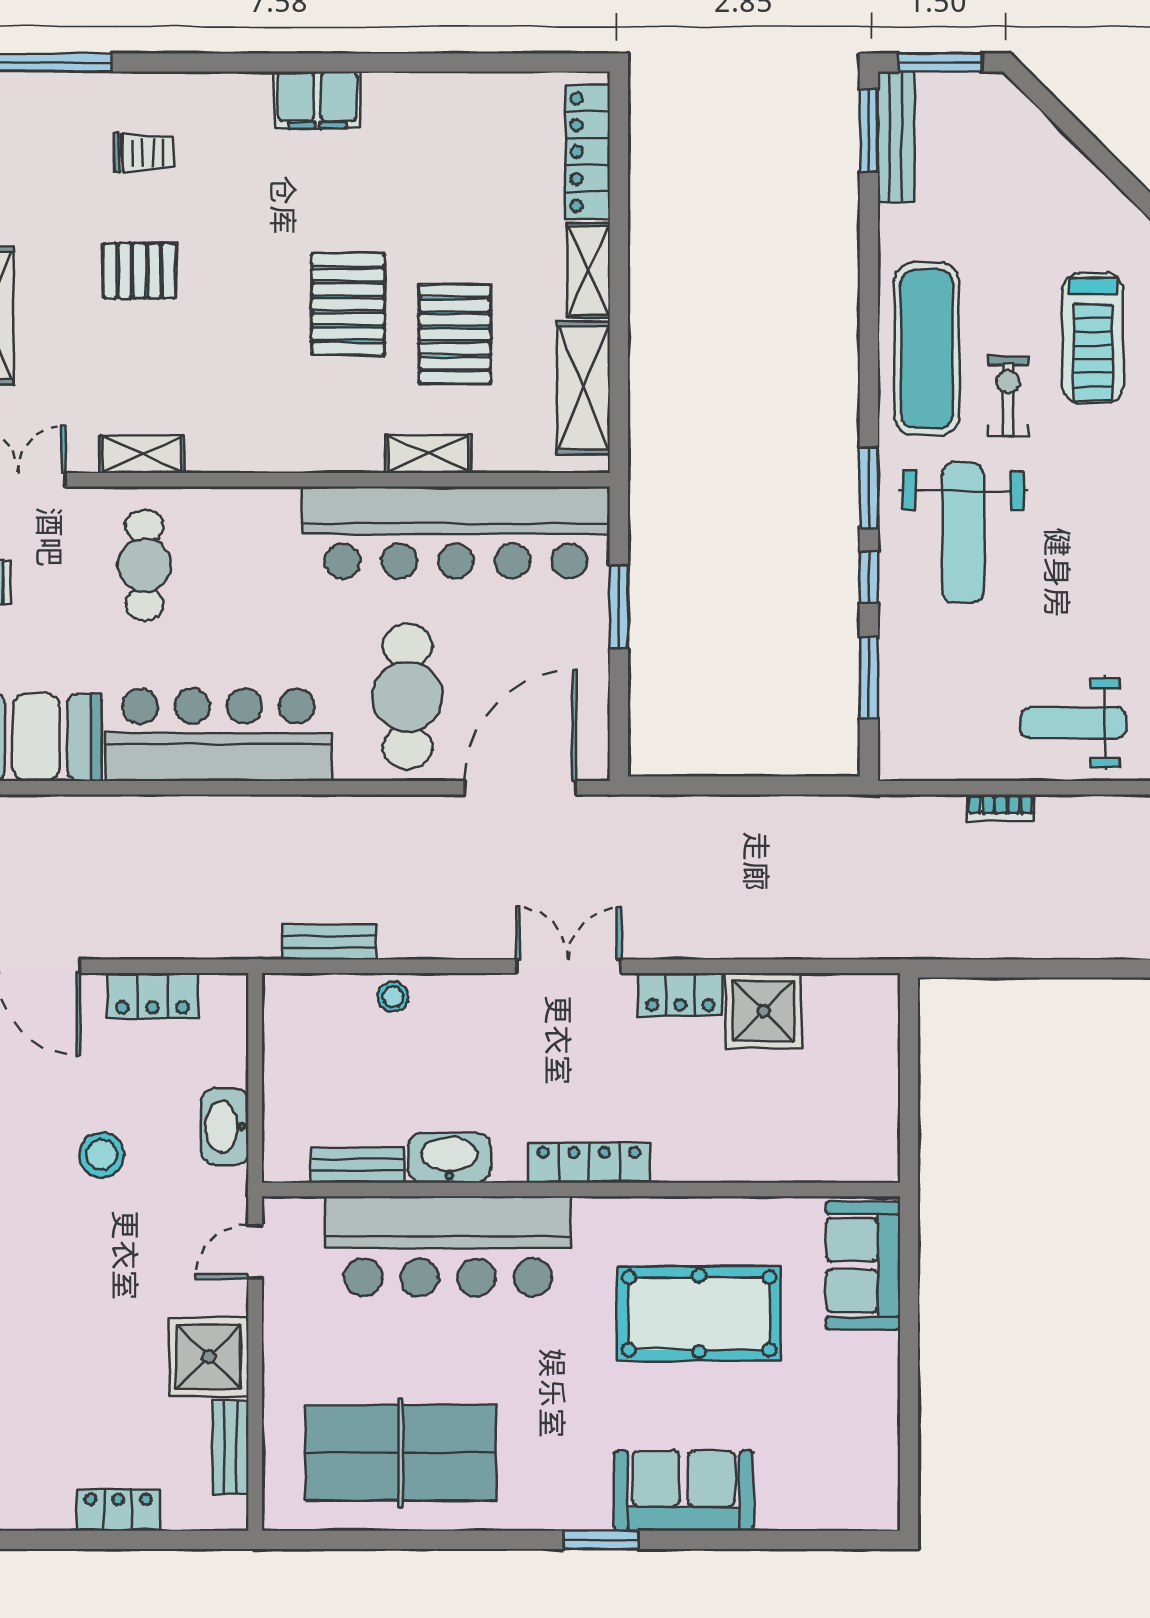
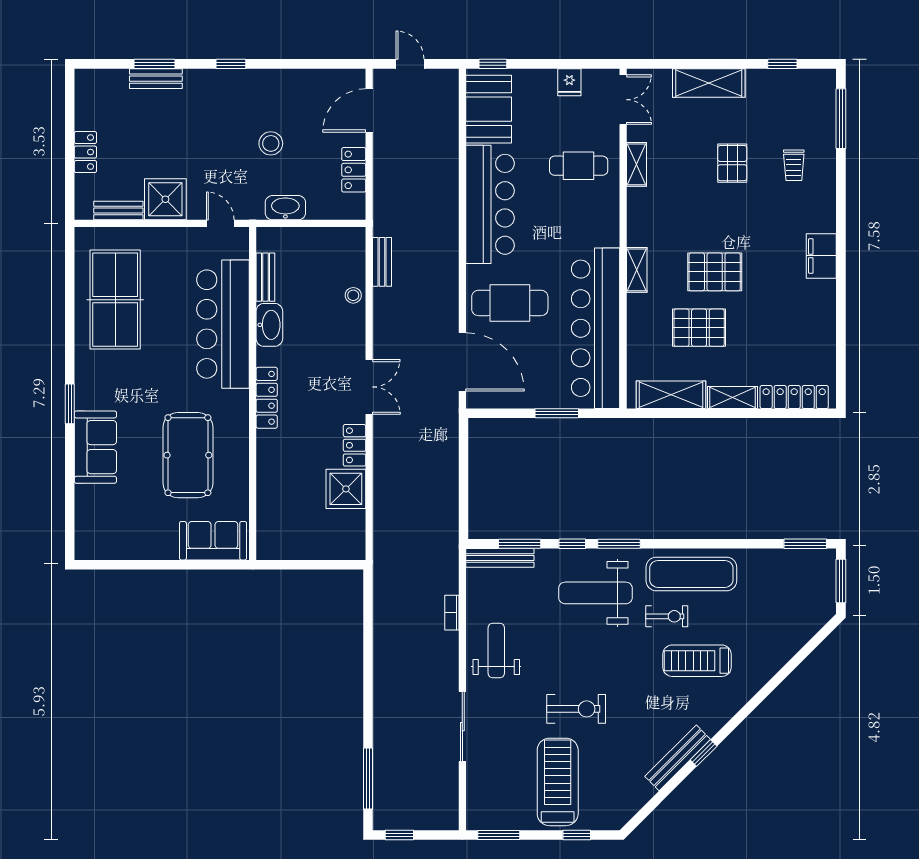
bench: (896, 137) -> (500, 558), moved
shelving: (428, 454) -> (637, 270), moved

